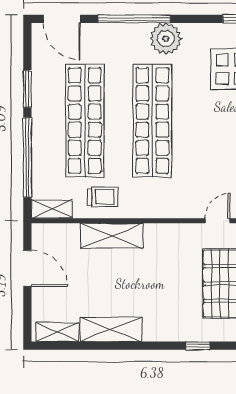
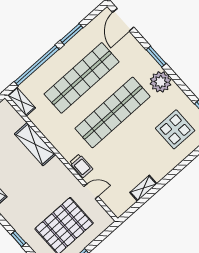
window: (134, 19) -> (156, 57), width x0.47
trolley: (103, 197) -> (81, 166), moved

